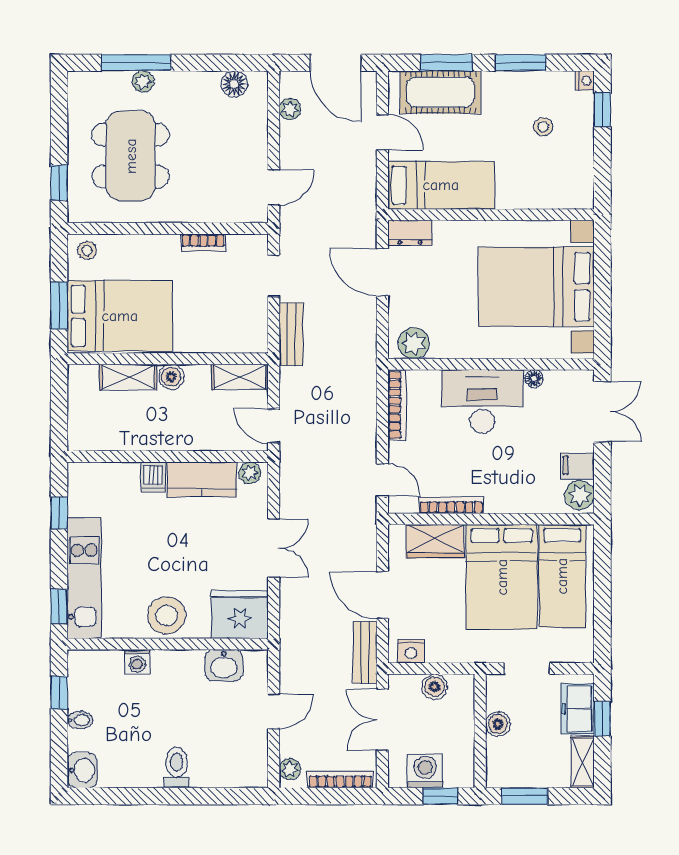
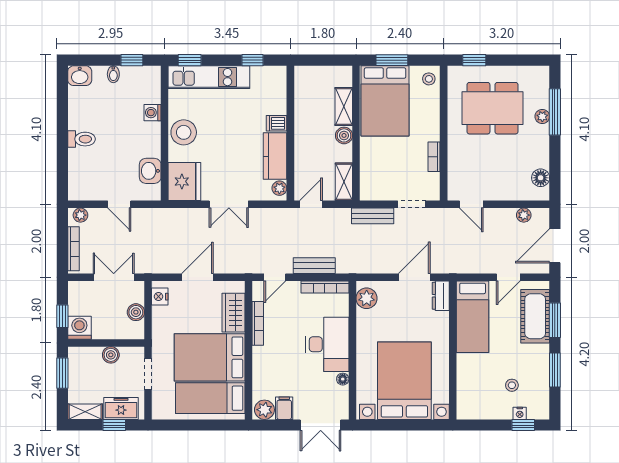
nightstand: (585, 81) -> (520, 413), moved
bench: (365, 652) -> (314, 266), moved
washing machine: (425, 771) -> (79, 328), moved, turned -90

